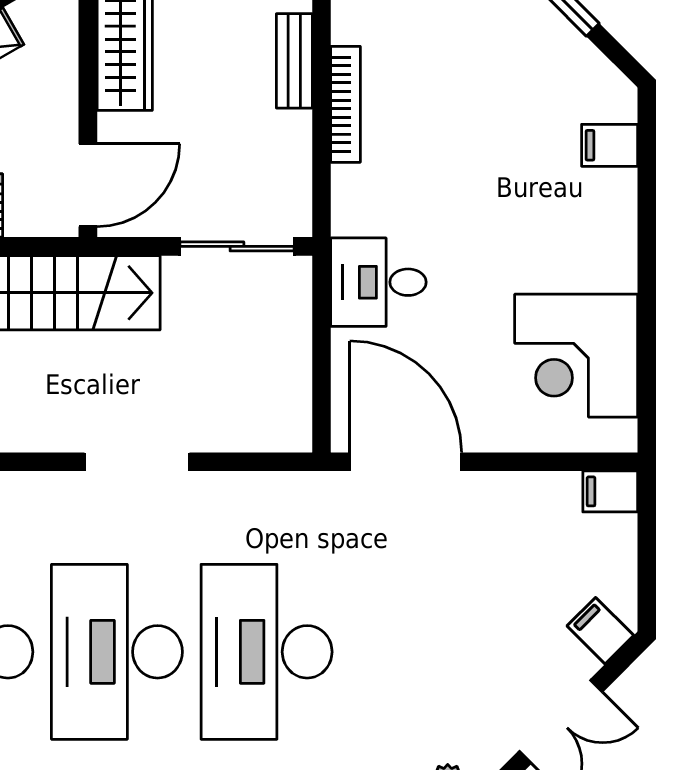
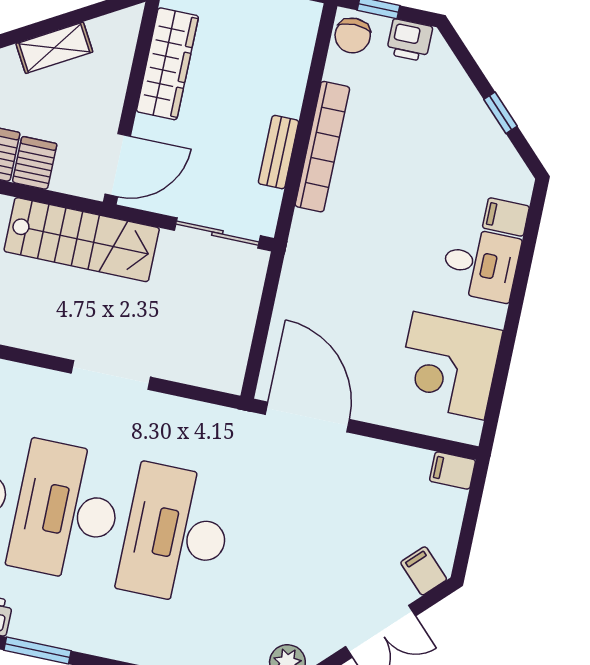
bench: (294, 61) -> (278, 152), moved
bookcase: (345, 104) -> (322, 147), width x1.48, depth x1.31
desk: (378, 282) -> (481, 264), moved, turned 180

